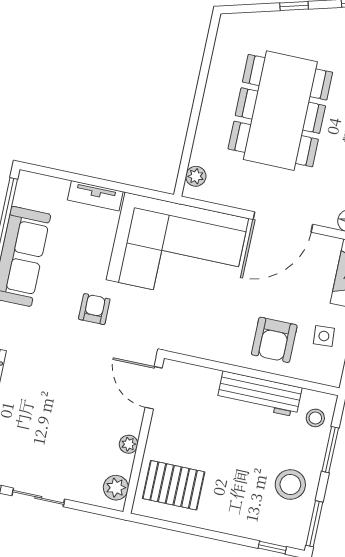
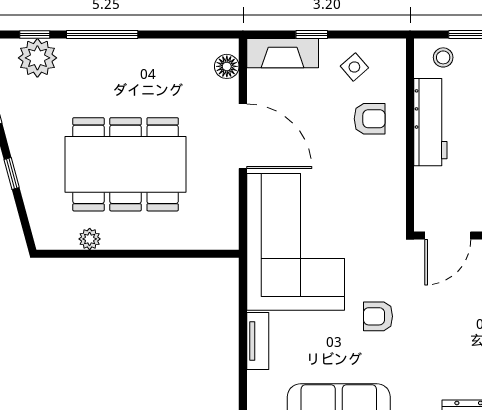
plant: (196, 176) -> (90, 239), moved
side table: (324, 336) -> (354, 67), turned -37
armchair: (274, 340) -> (370, 119), width x0.72, depth x0.72

